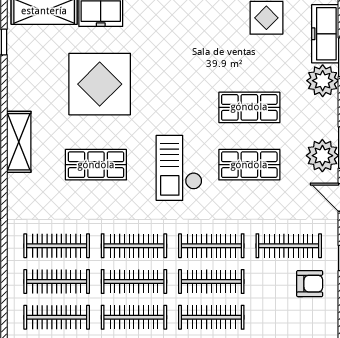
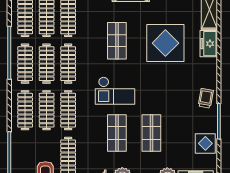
trolley: (191, 17) -> (206, 98), added
checkout: (179, 168) -> (115, 91), turned 180

